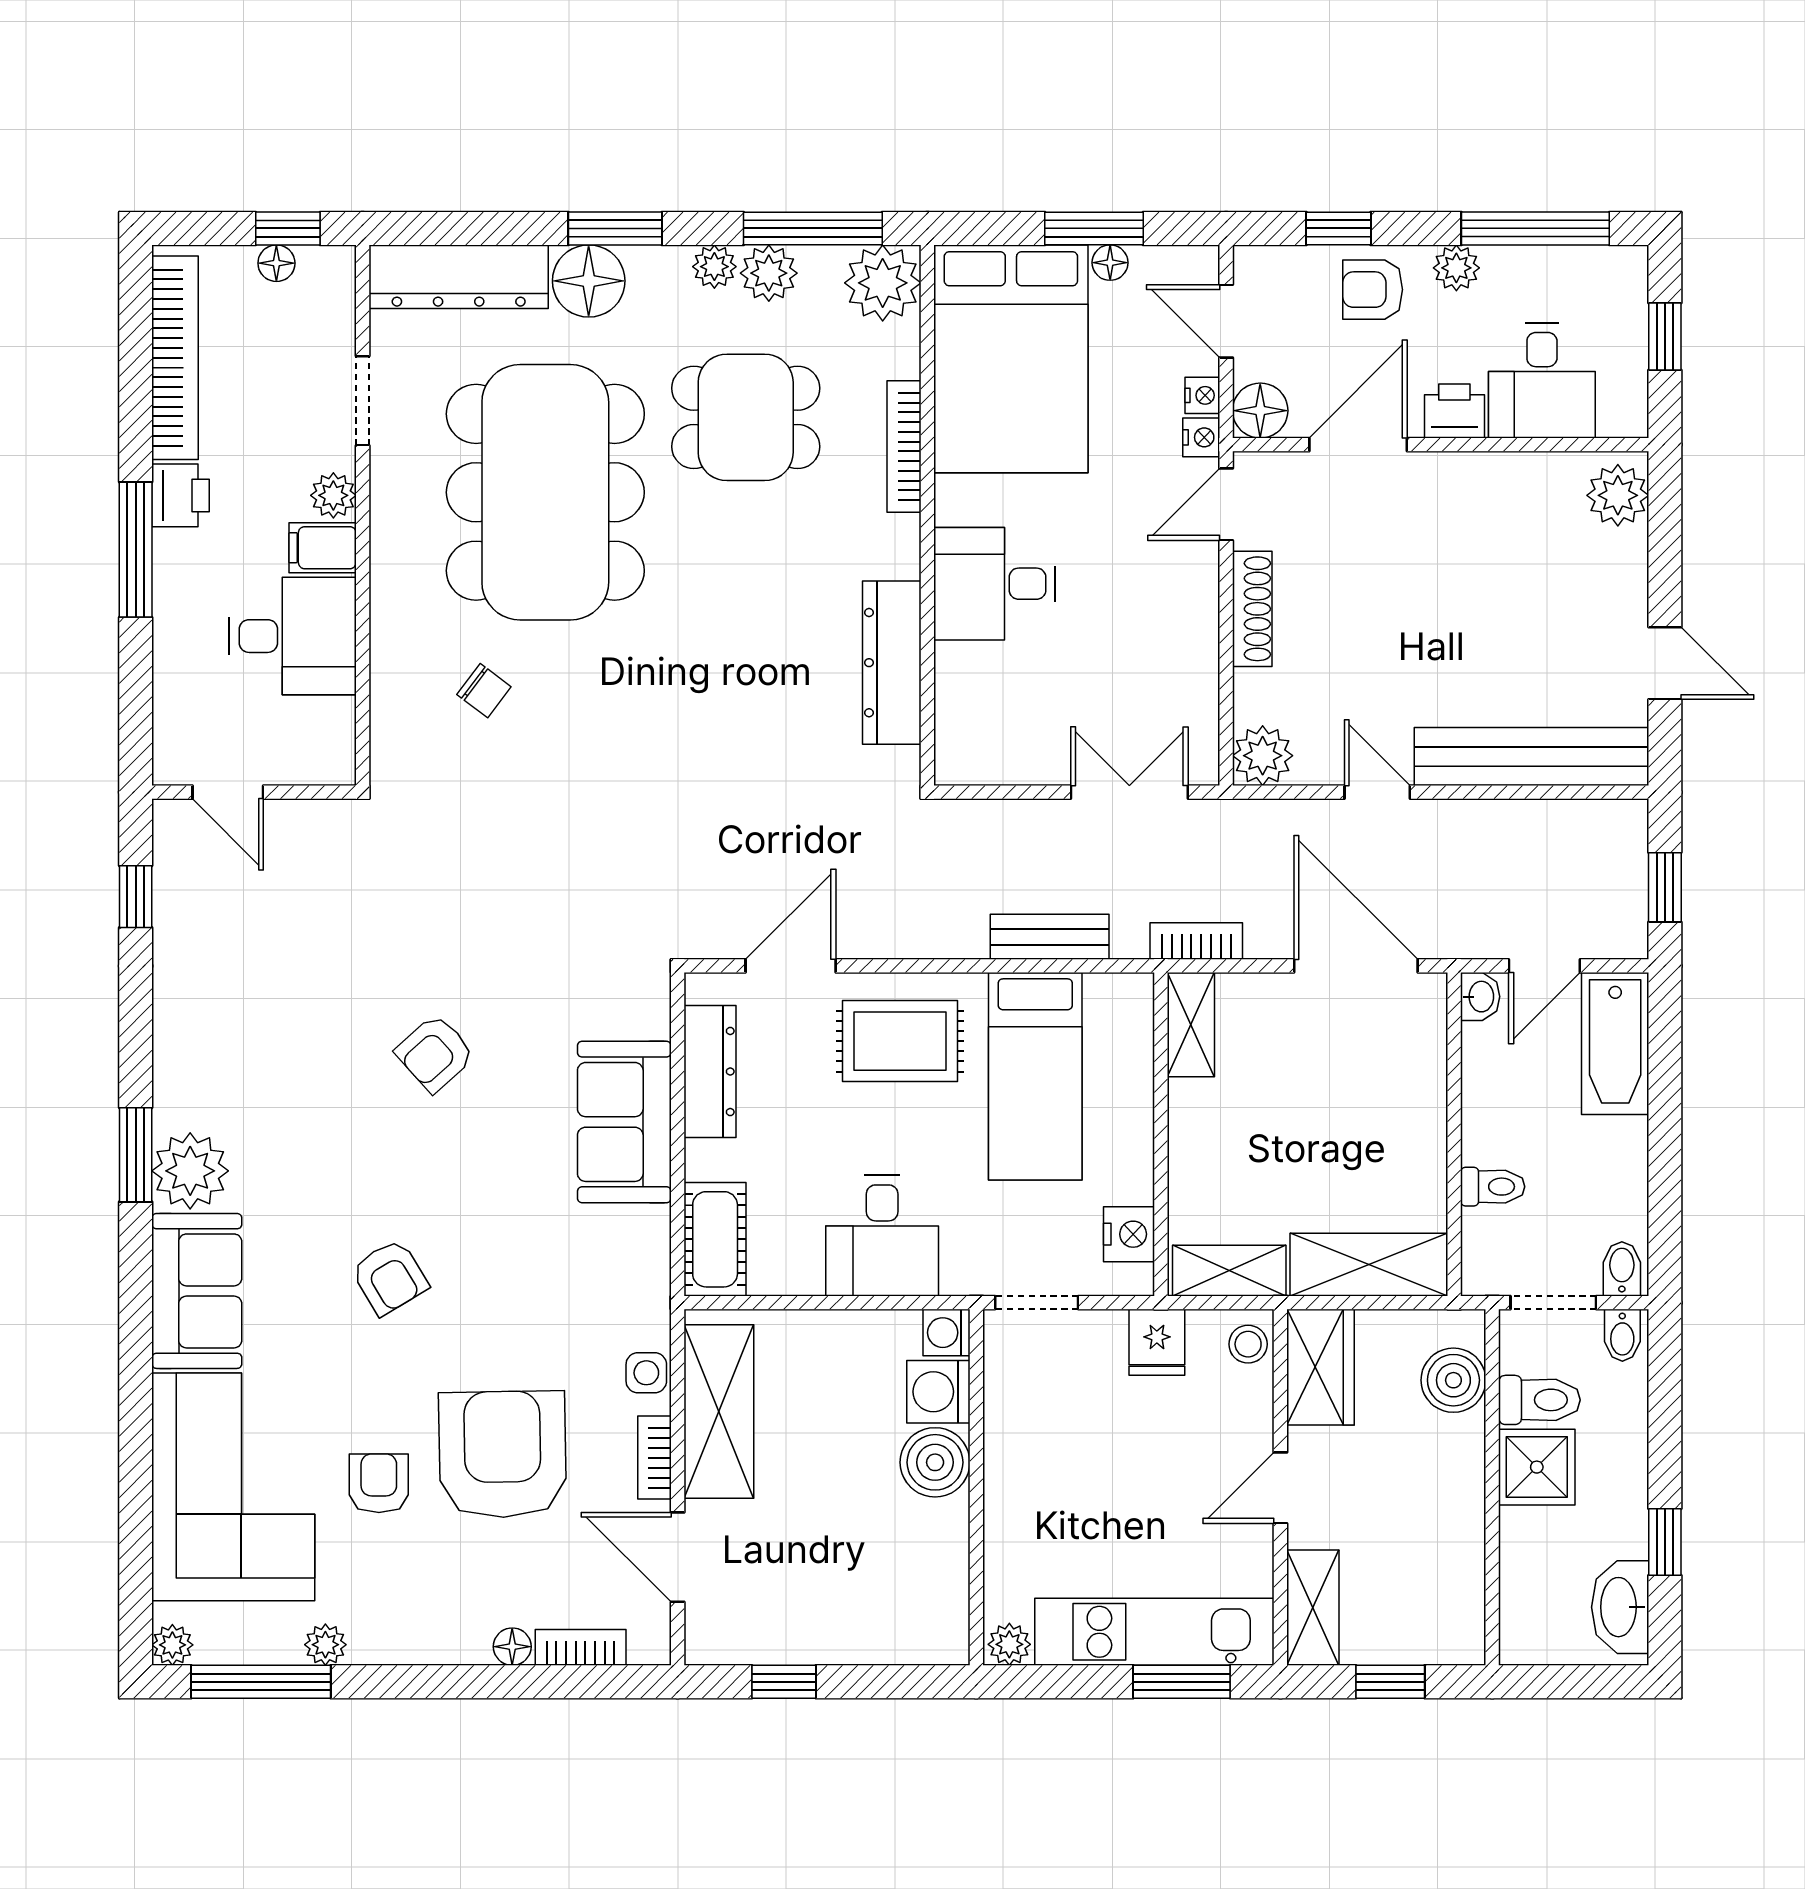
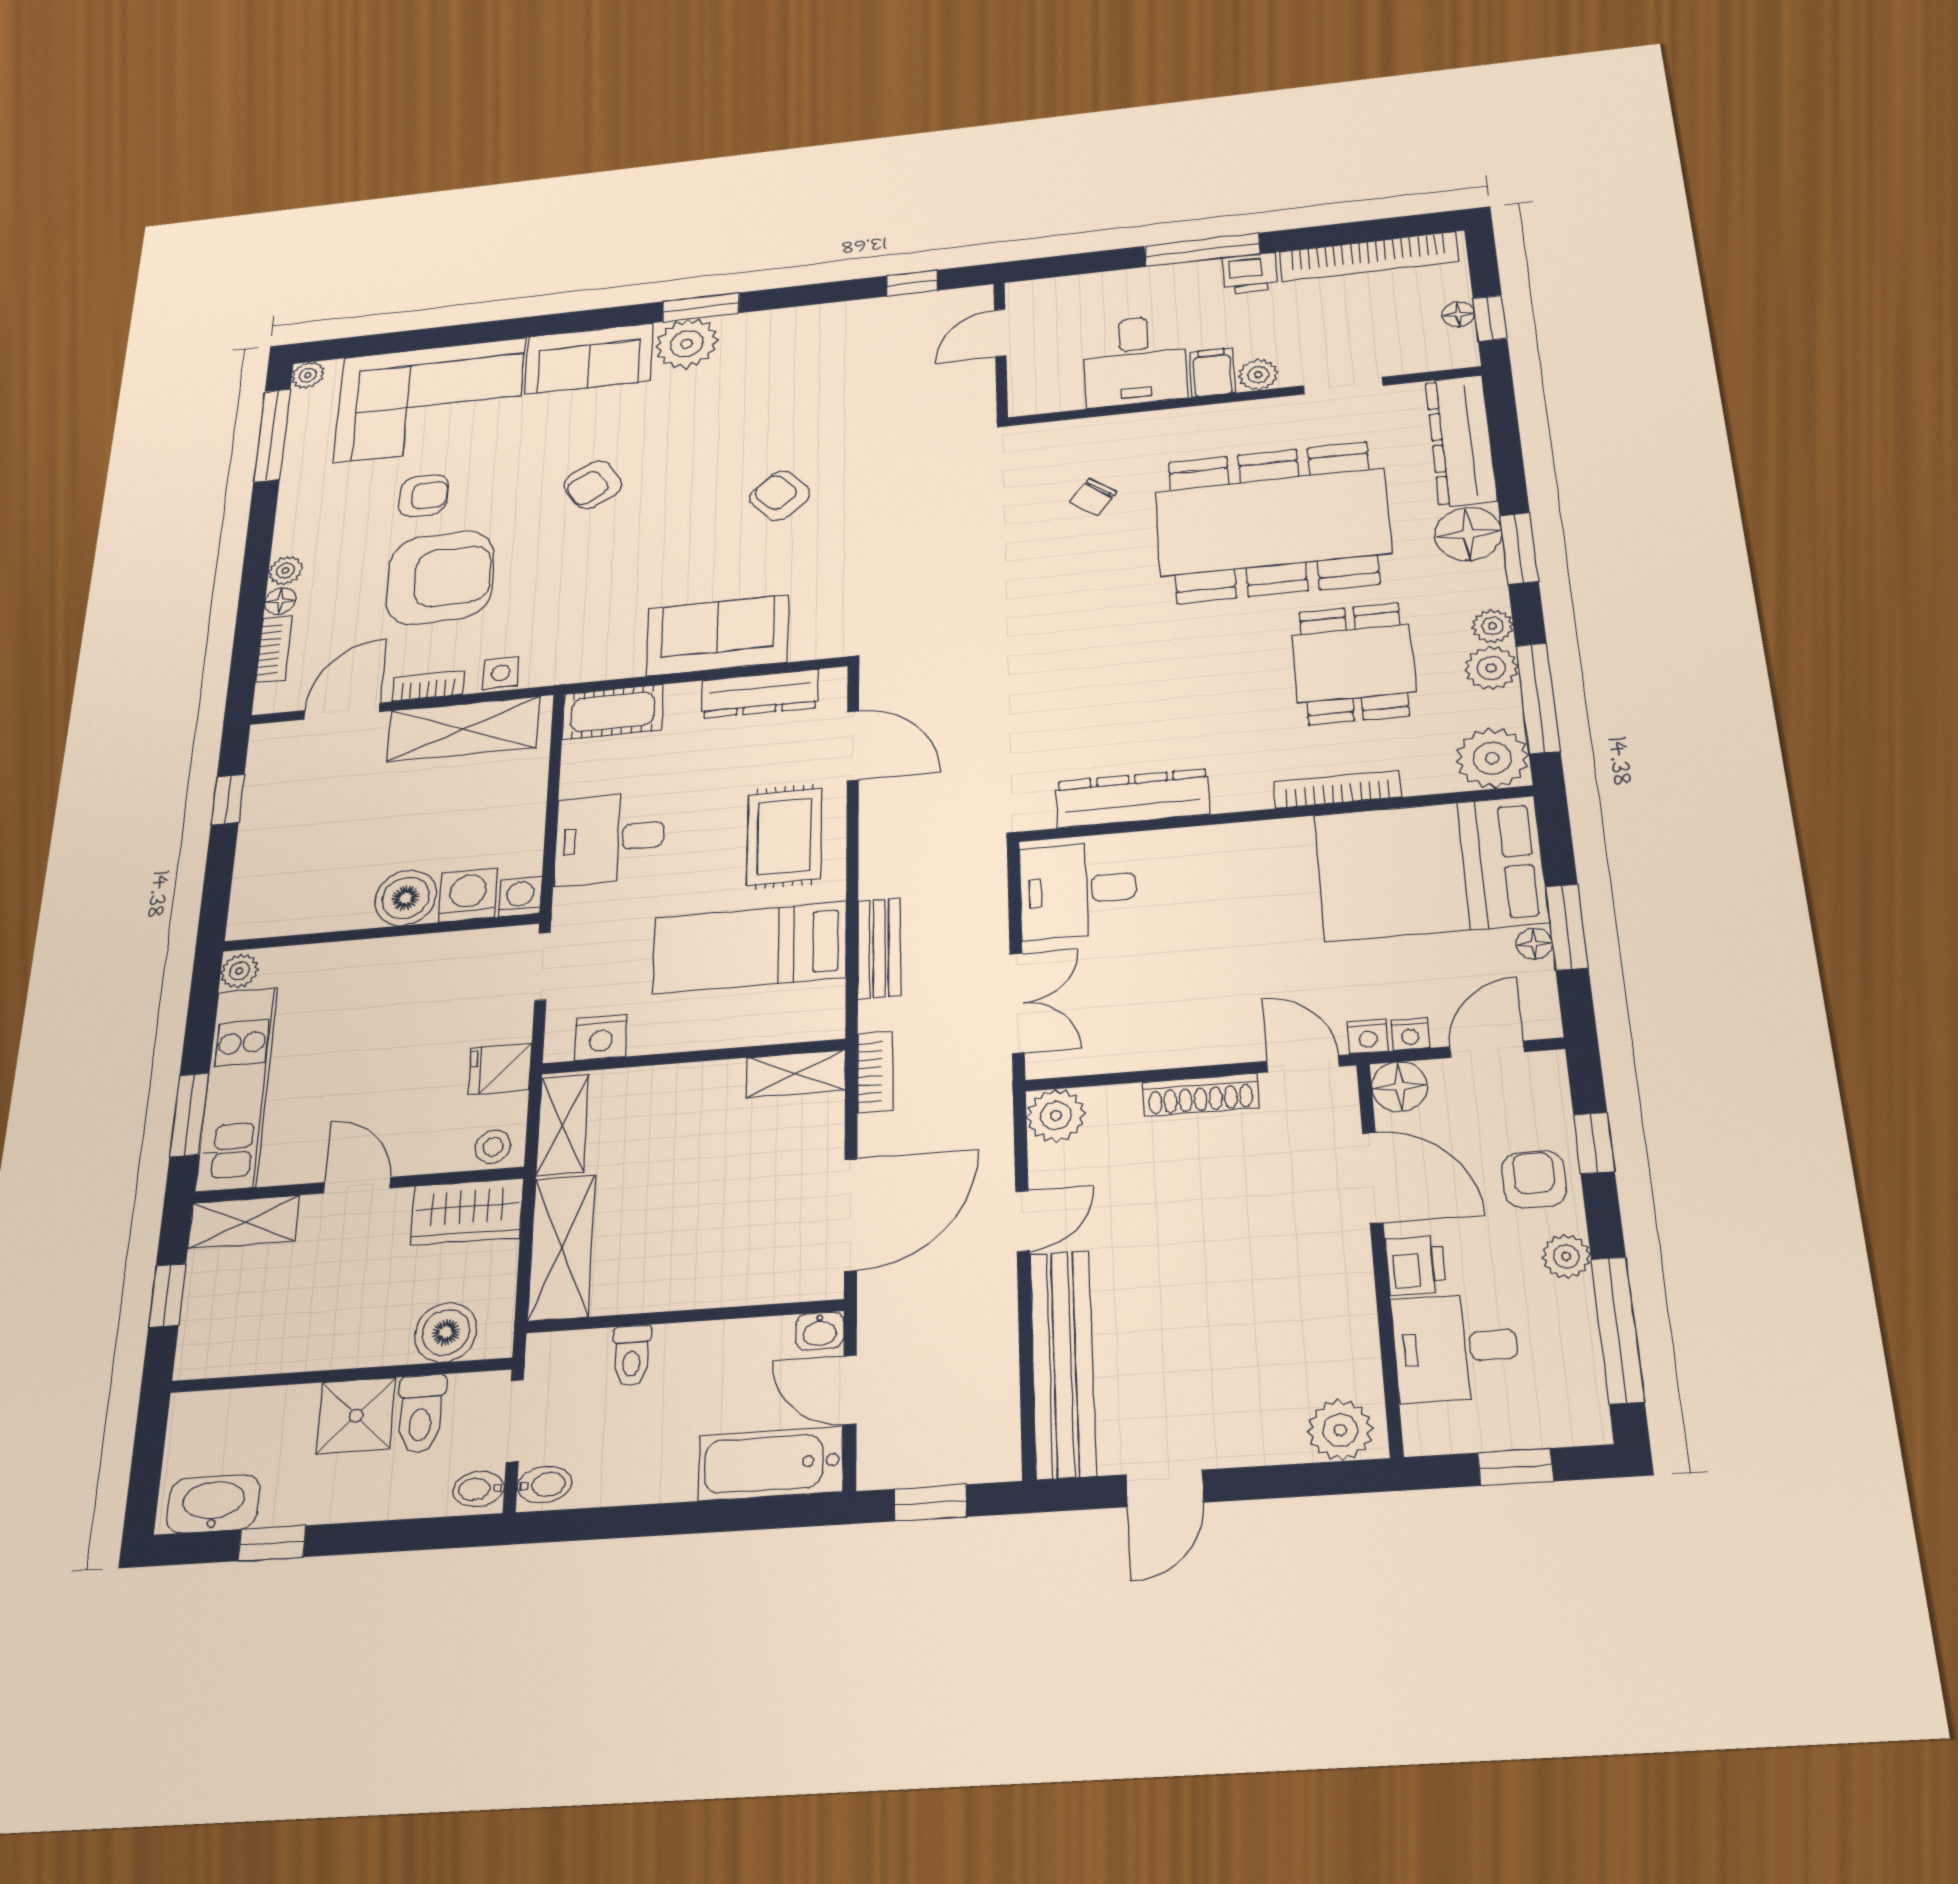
desk: (995, 584) -> (1078, 890), moved, turned -90
plant: (325, 1645) -> (285, 570), moved

